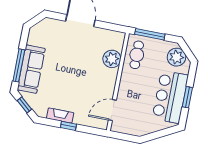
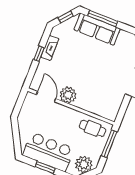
plant: (112, 59) -> (68, 95), moved

